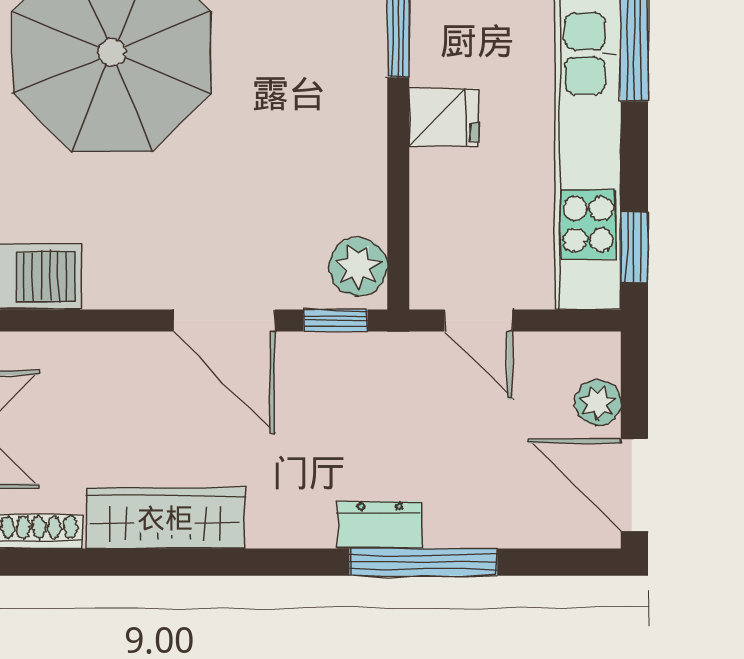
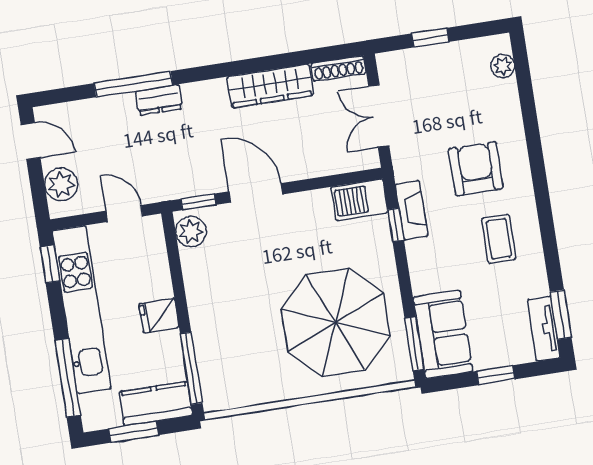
plant: (598, 403) -> (61, 184), width x1.38, depth x1.38
door: (634, 485) -> (31, 141), width x0.73

